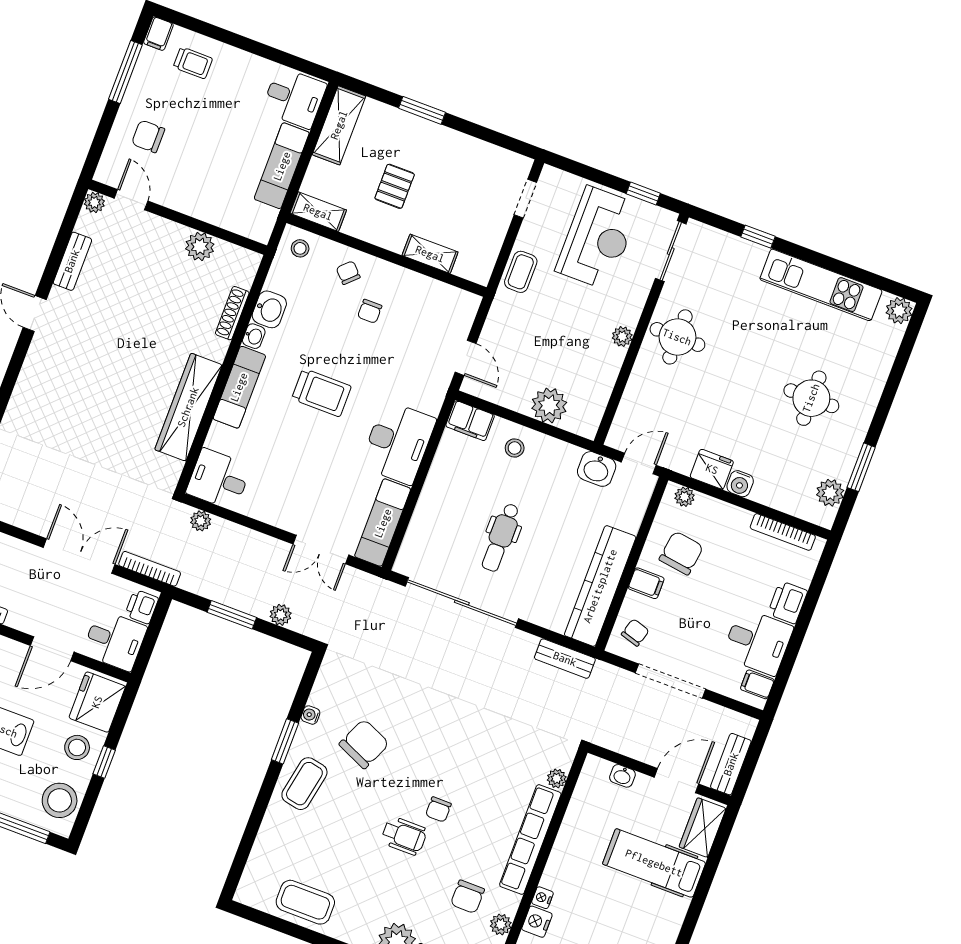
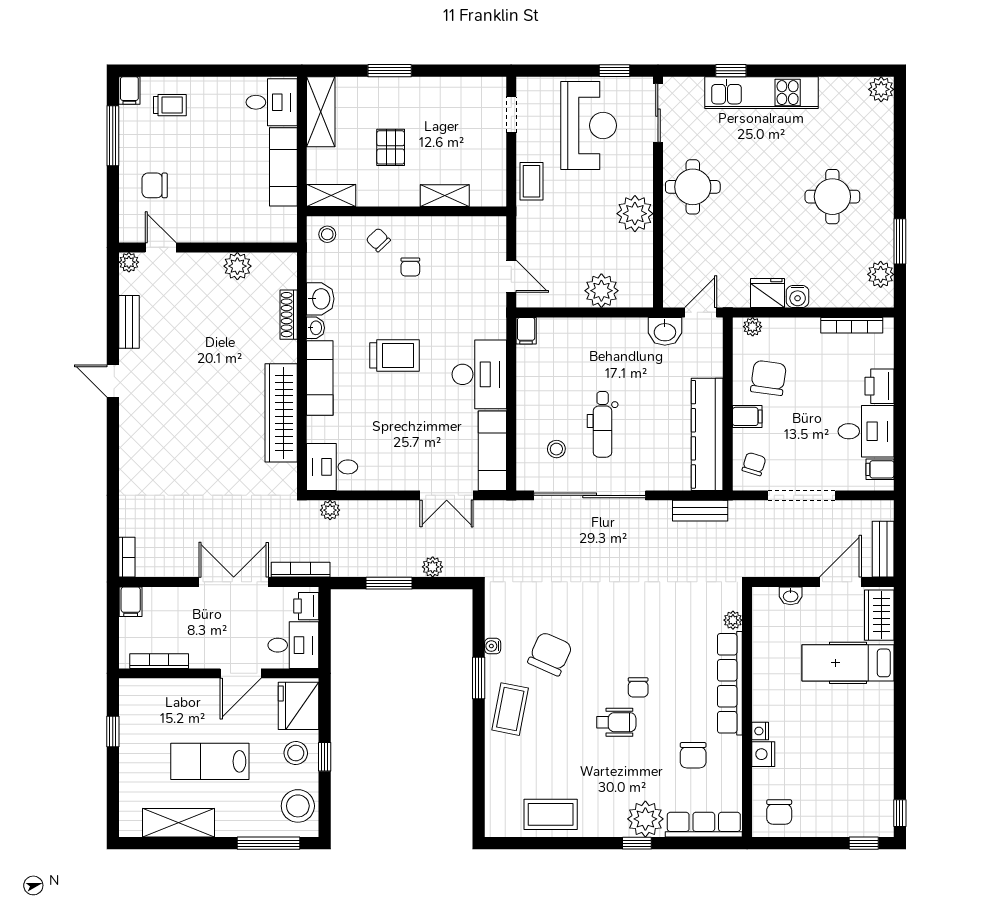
kitchen unit: (821, 285) -> (762, 93), moved
plant: (622, 337) -> (635, 214), width x1.87, depth x1.87
filing cabinet: (470, 421) -> (526, 331), width x0.50
stool: (515, 448) -> (556, 449), moved
plant: (501, 924) -> (732, 769), removed

